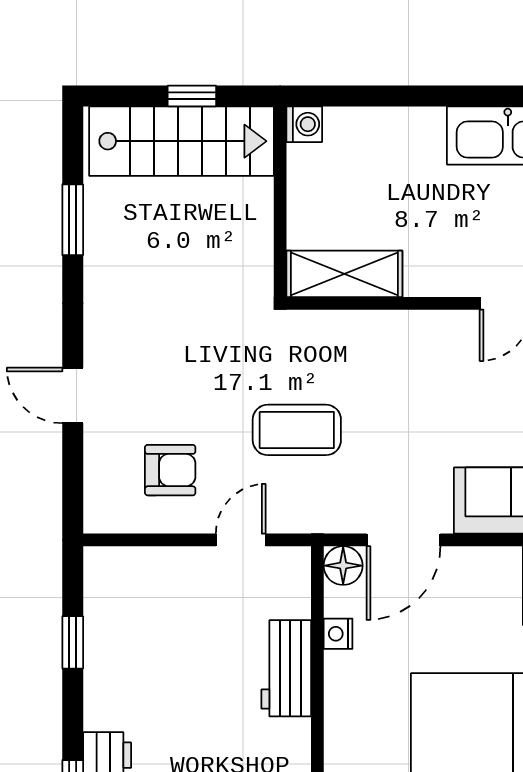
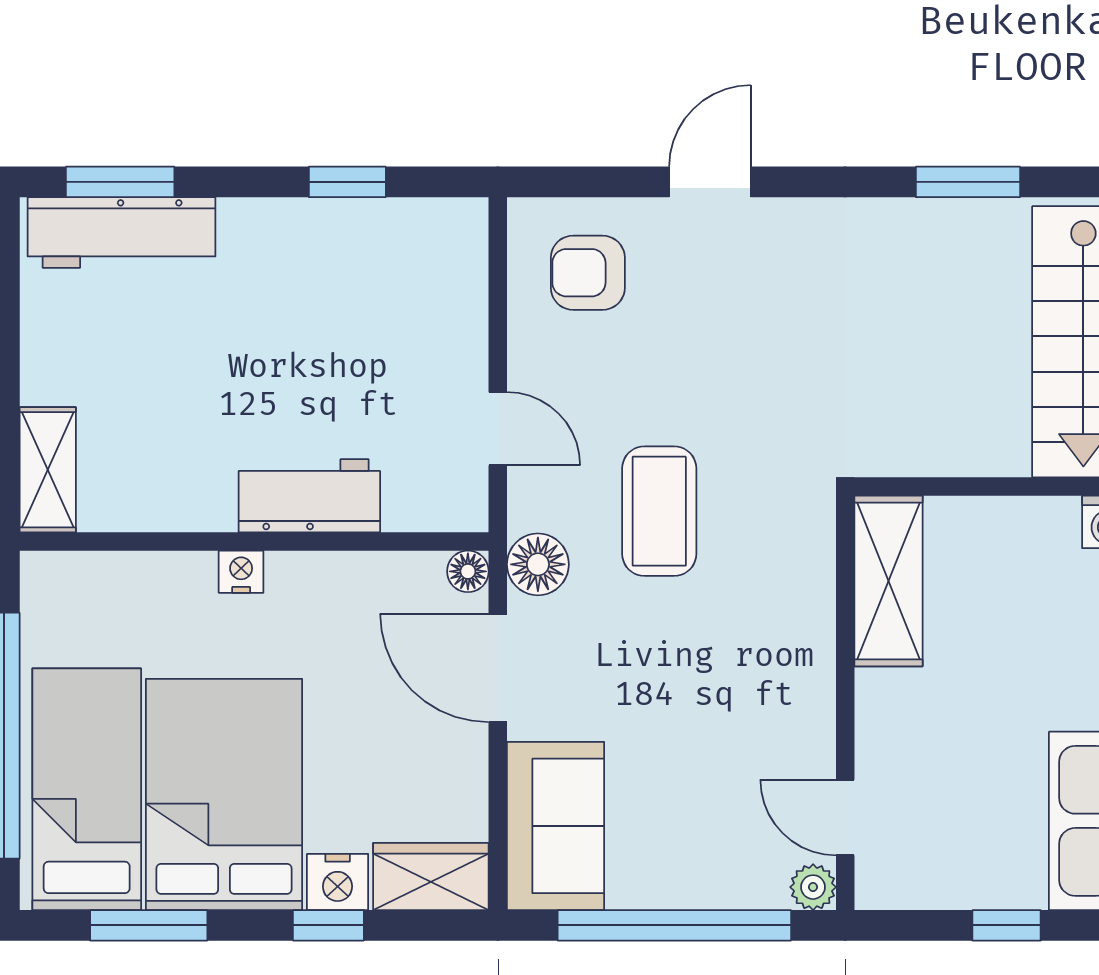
armchair: (170, 470) -> (588, 273), moved, turned 90
floor lamp: (333, 513) -> (538, 564), added
floor lamp: (343, 566) -> (468, 571), width x0.73, depth x0.73
nightstand: (338, 634) -> (241, 572), moved

